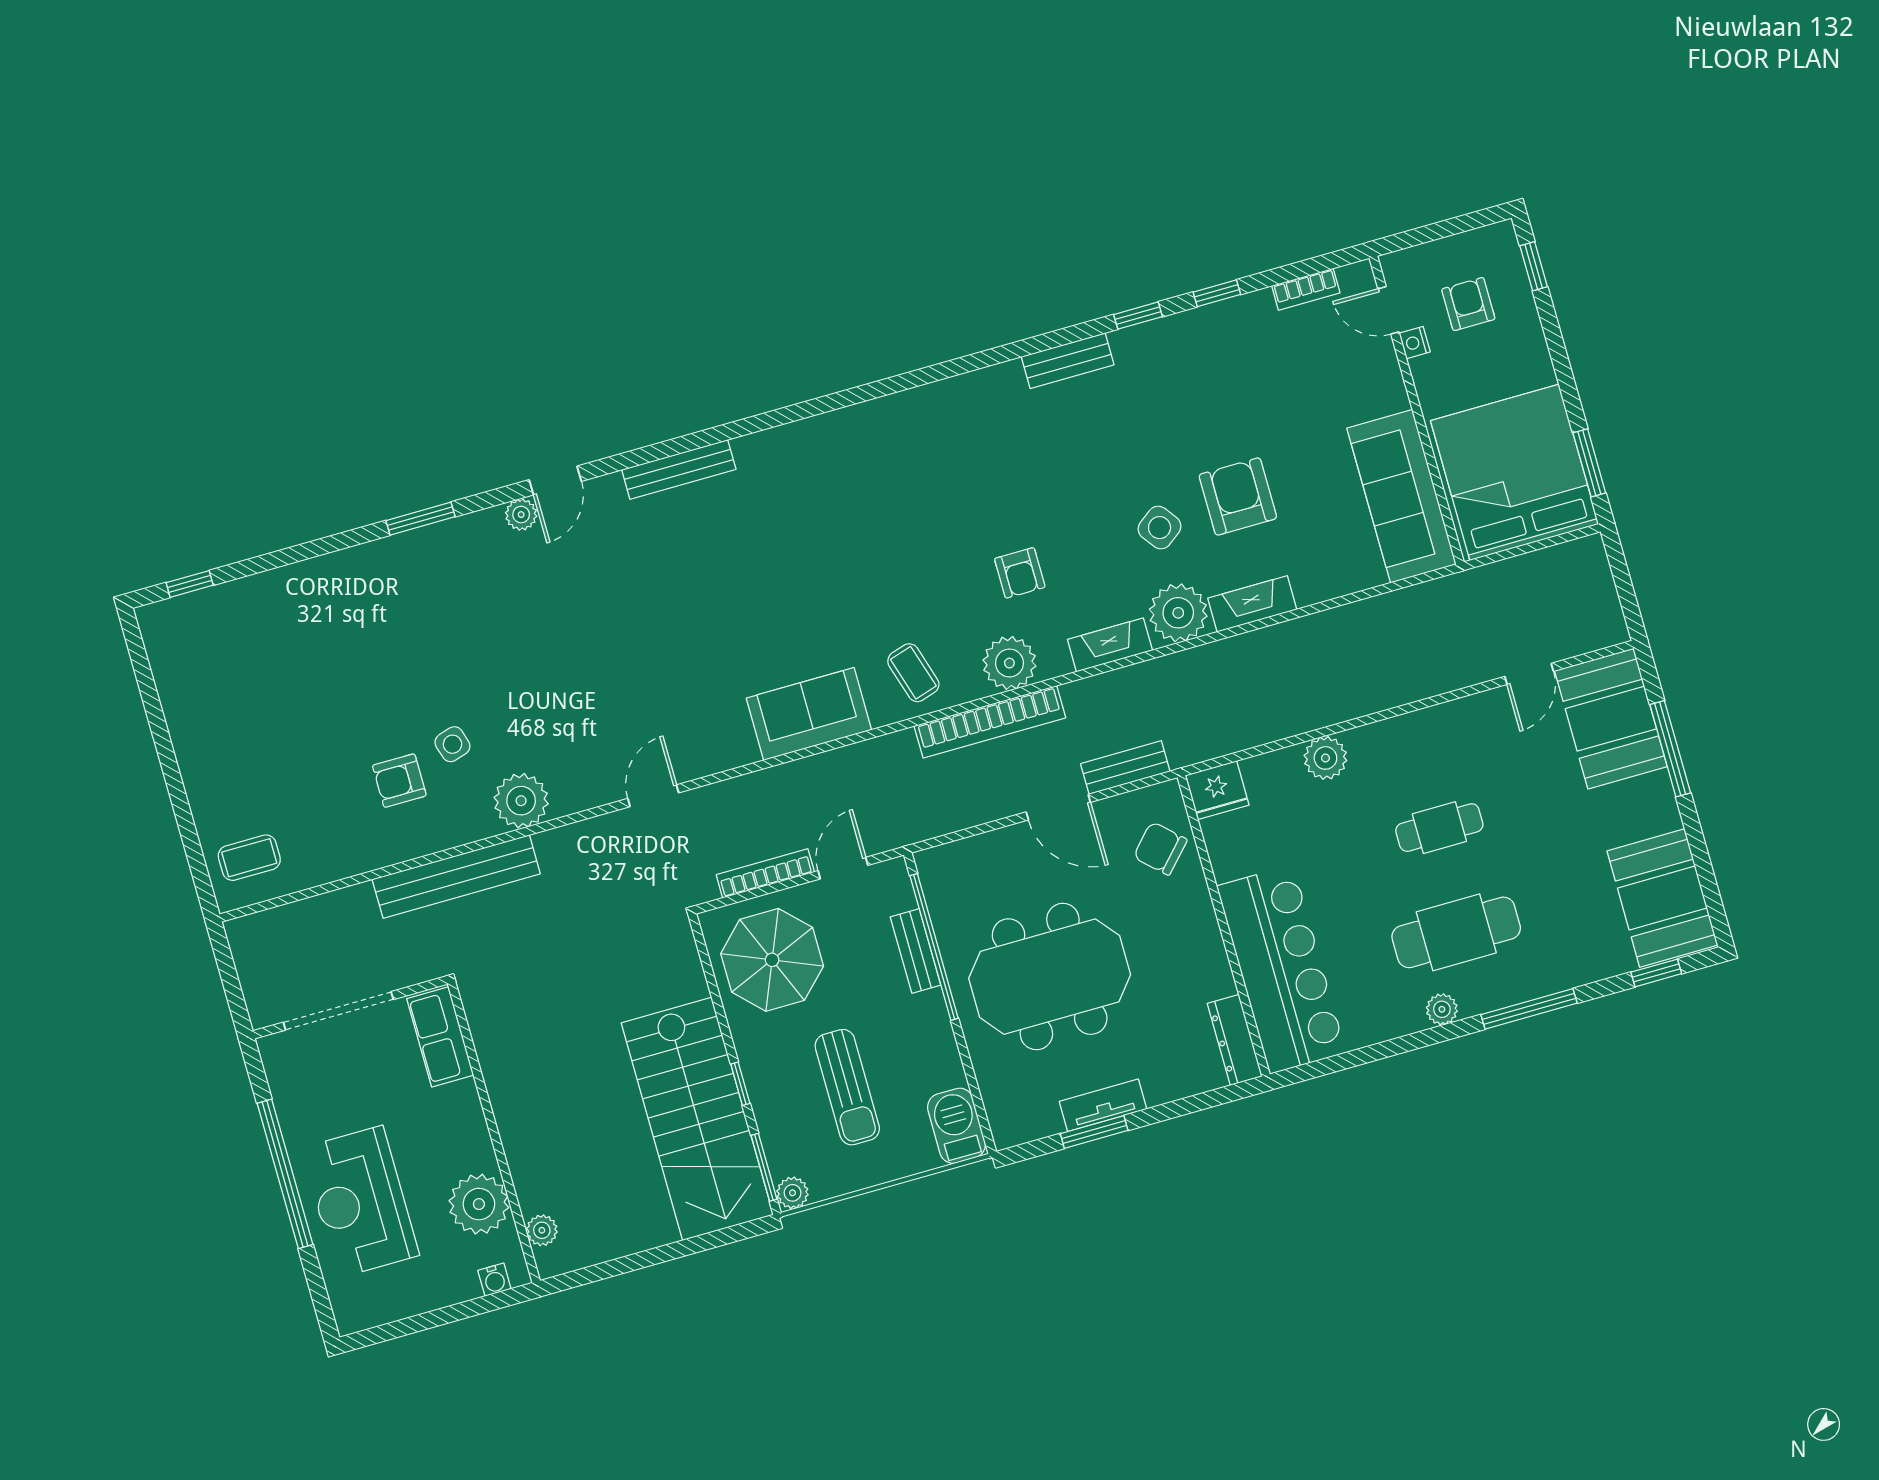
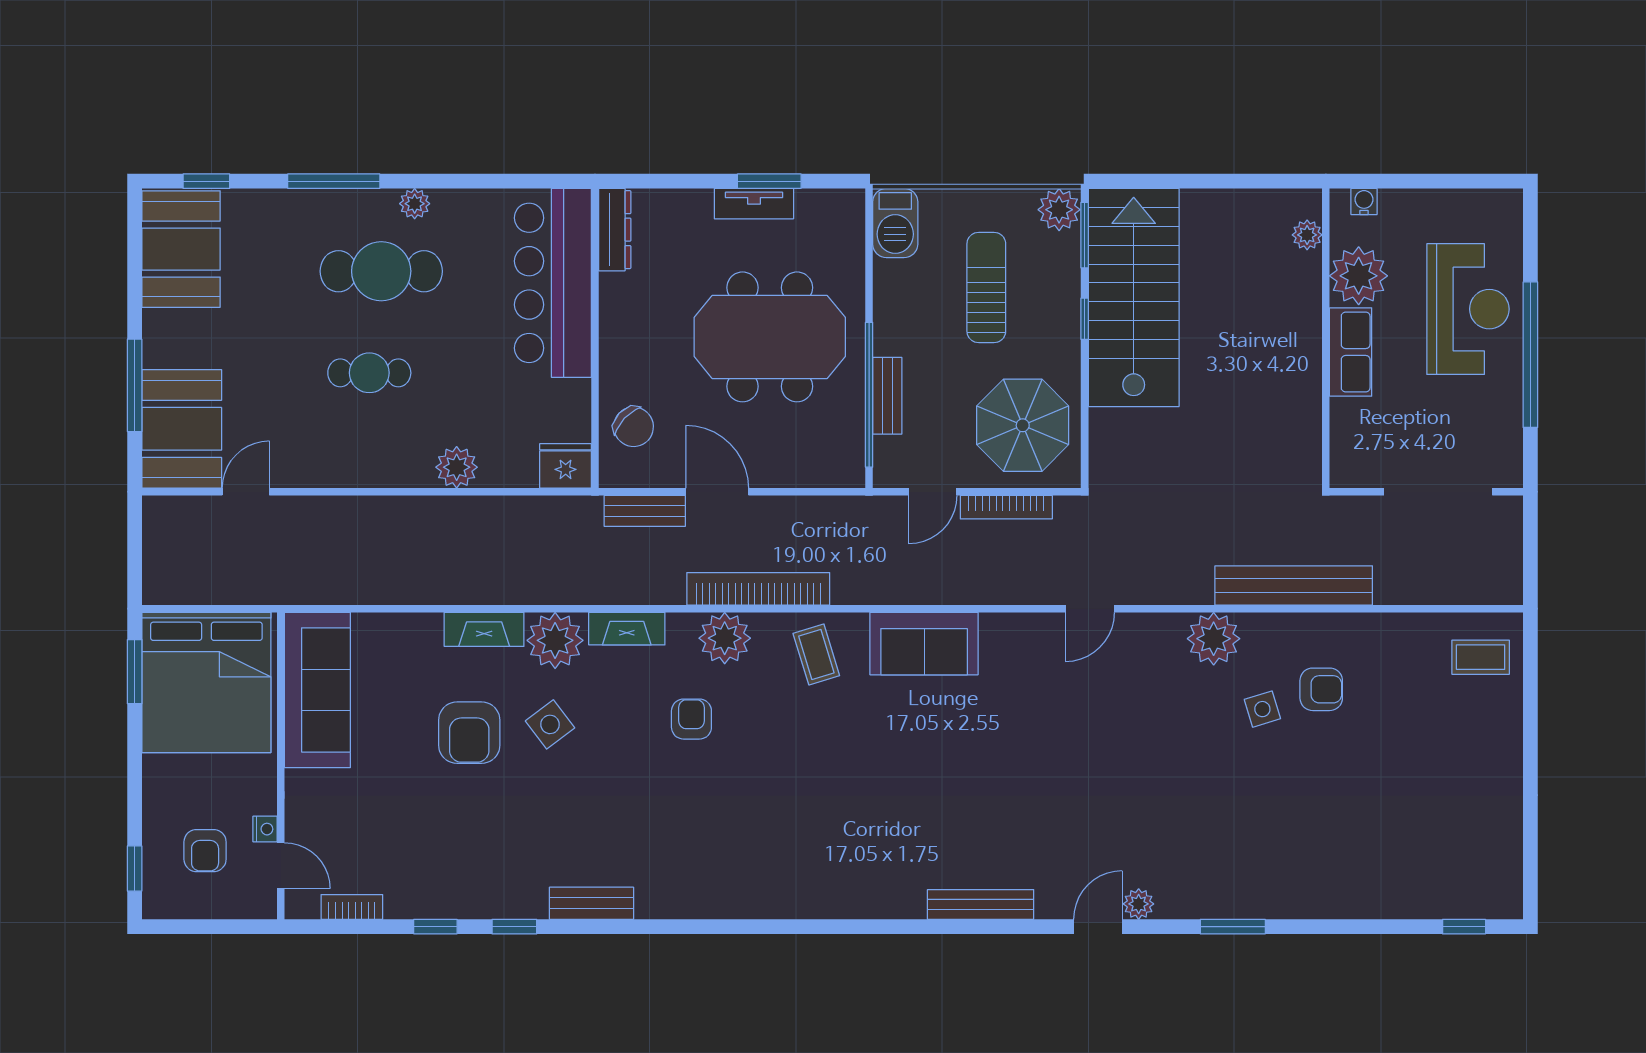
row of seats: (440, 1037) -> (1351, 352), moved
plant: (793, 1193) -> (1059, 210), width x1.38, depth x1.38

